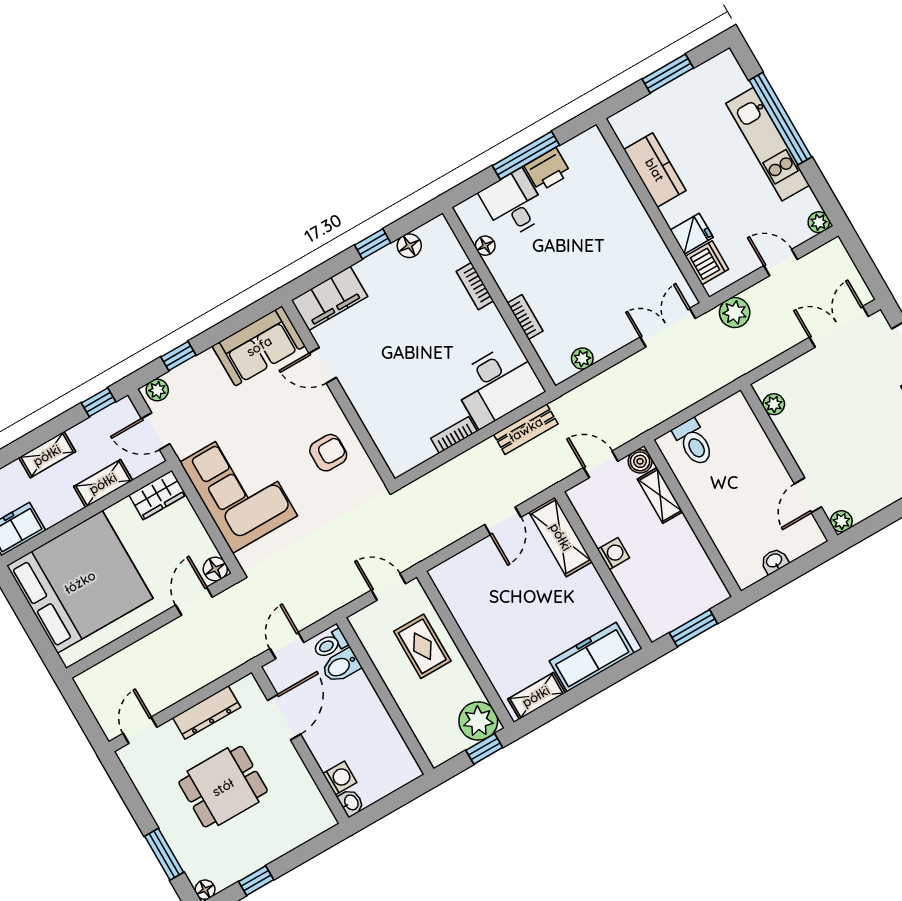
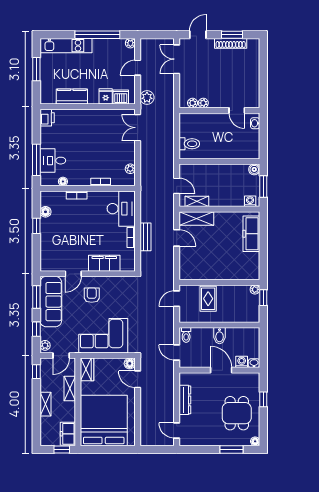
window: (780, 119) -> (97, 35), moved
kitchen unit: (768, 144) -> (66, 46), moved
window: (526, 155) -> (36, 160), moved
printer: (548, 170) -> (47, 118), moved
filing cabinet: (330, 298) -> (104, 263), moved, turned -90
window: (239, 321) -> (36, 297), added
sofa: (259, 346) -> (51, 302), width x1.36
bench: (526, 429) -> (145, 237), moved
armchair: (328, 453) -> (92, 295), moved
boiler: (640, 461) -> (254, 169), moved
door: (601, 464) -> (177, 186), swing flipped
shelving: (660, 495) -> (197, 201), moved
plant: (841, 521) -> (203, 103), moved
washing machine: (613, 554) -> (250, 201), moved
washbasin: (774, 561) -> (255, 123), moved
rug: (422, 646) -> (208, 299), turned 90
bidet: (341, 666) -> (220, 336), moved
shelving: (536, 696) -> (254, 265), removed
door: (284, 717) -> (221, 370), moved
plant: (478, 721) -> (255, 290), width x0.53, depth x0.53
dining table: (223, 787) -> (237, 413), moved
window: (256, 881) -> (263, 399), moved

